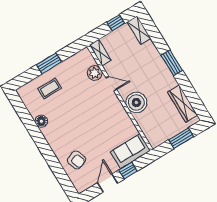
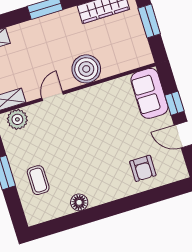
plant: (95, 73) -> (17, 119), moved
armchair: (77, 160) -> (143, 168), turned 109

